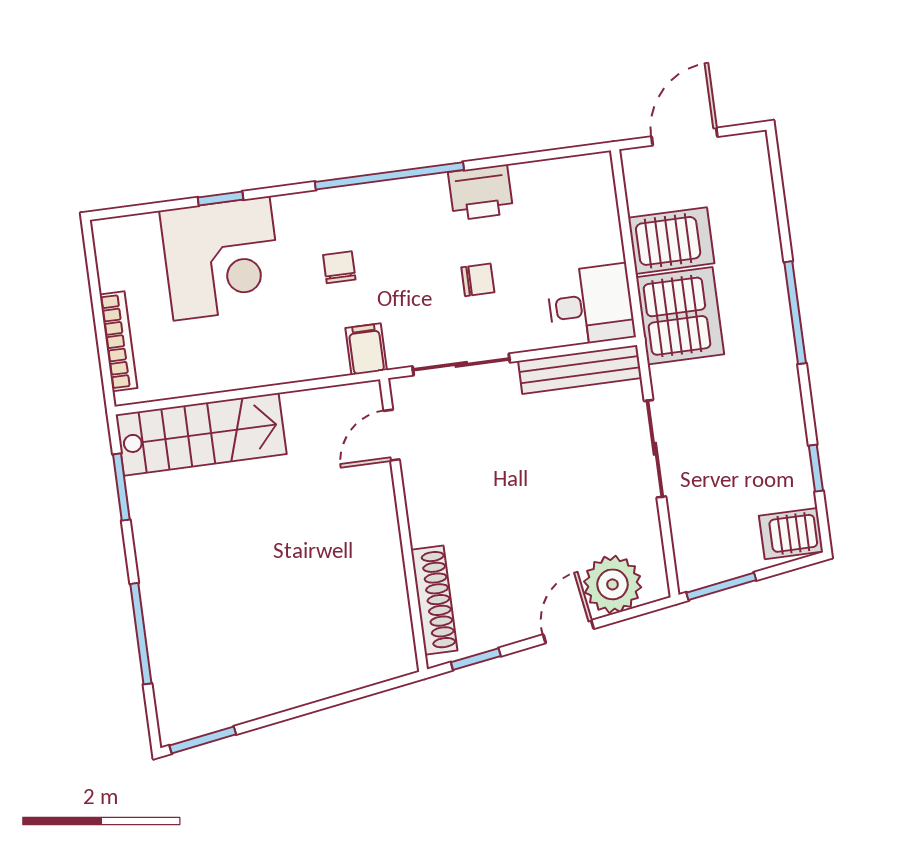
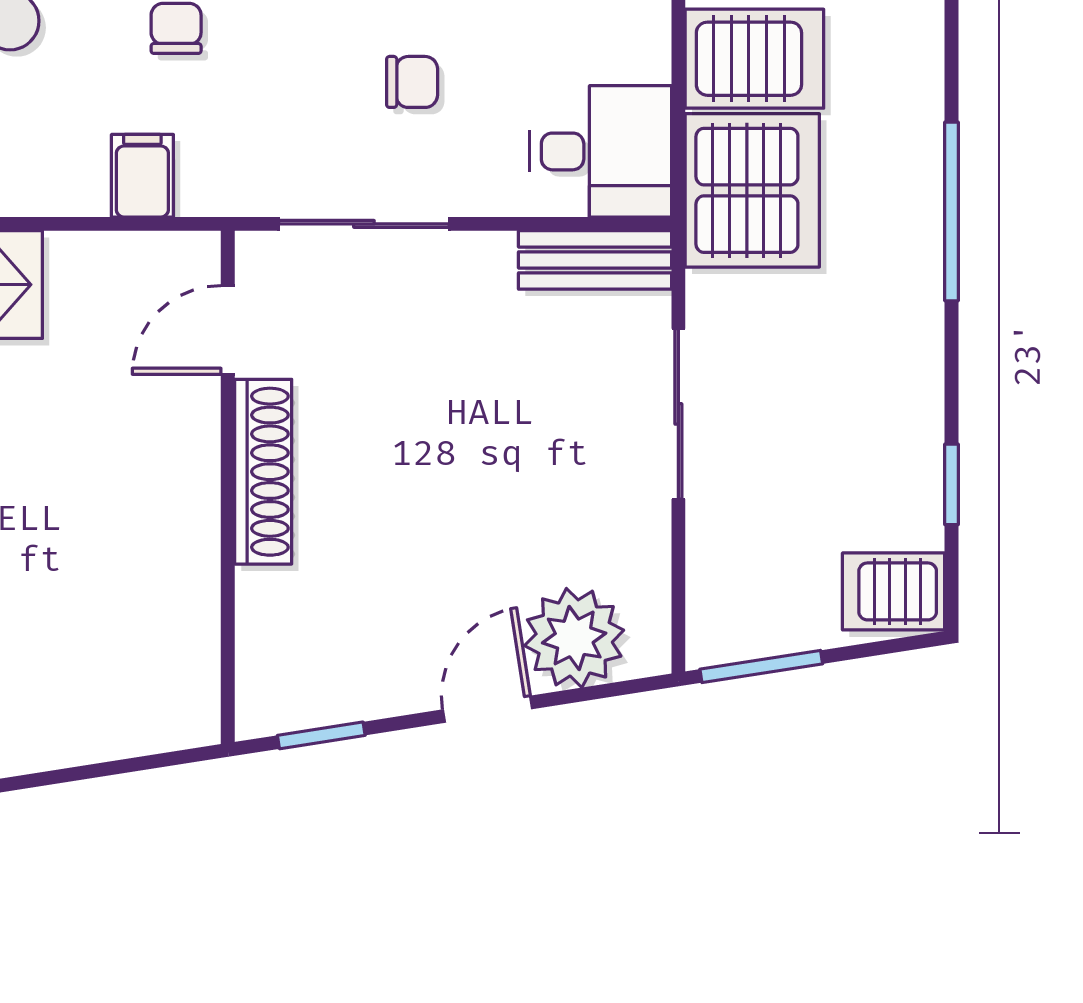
filing cabinet: (366, 349) -> (142, 176), moved
bench: (580, 369) -> (595, 260), width x0.73
shoe rack: (434, 600) -> (263, 472), moved

